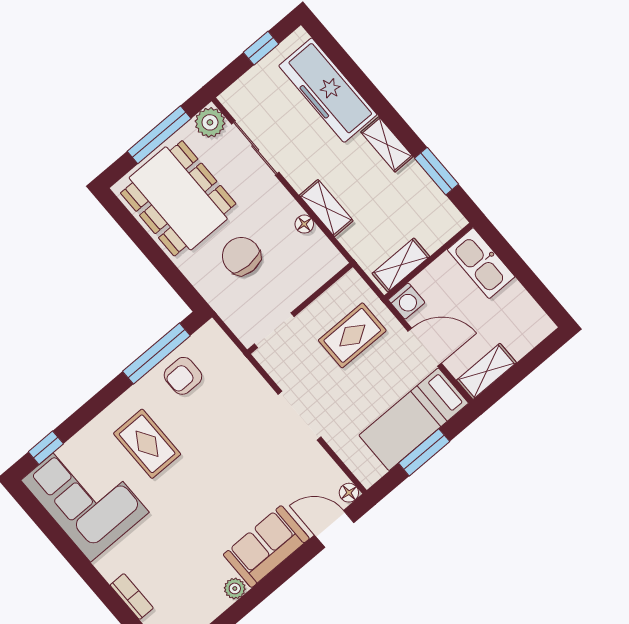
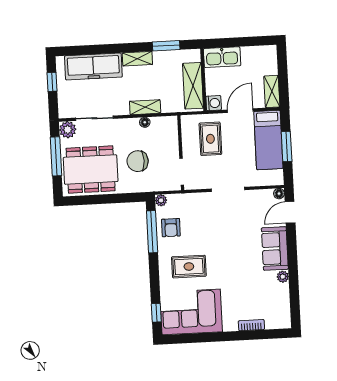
shelving: (401, 265) -> (193, 86), width x1.50, depth x1.33
plant: (211, 332) -> (161, 200), added

